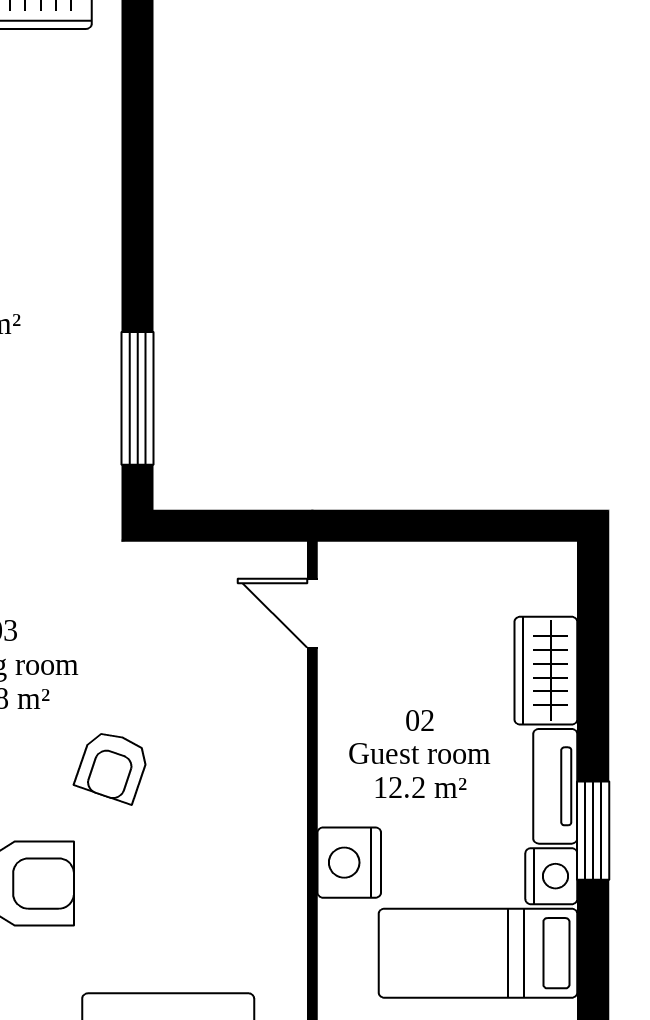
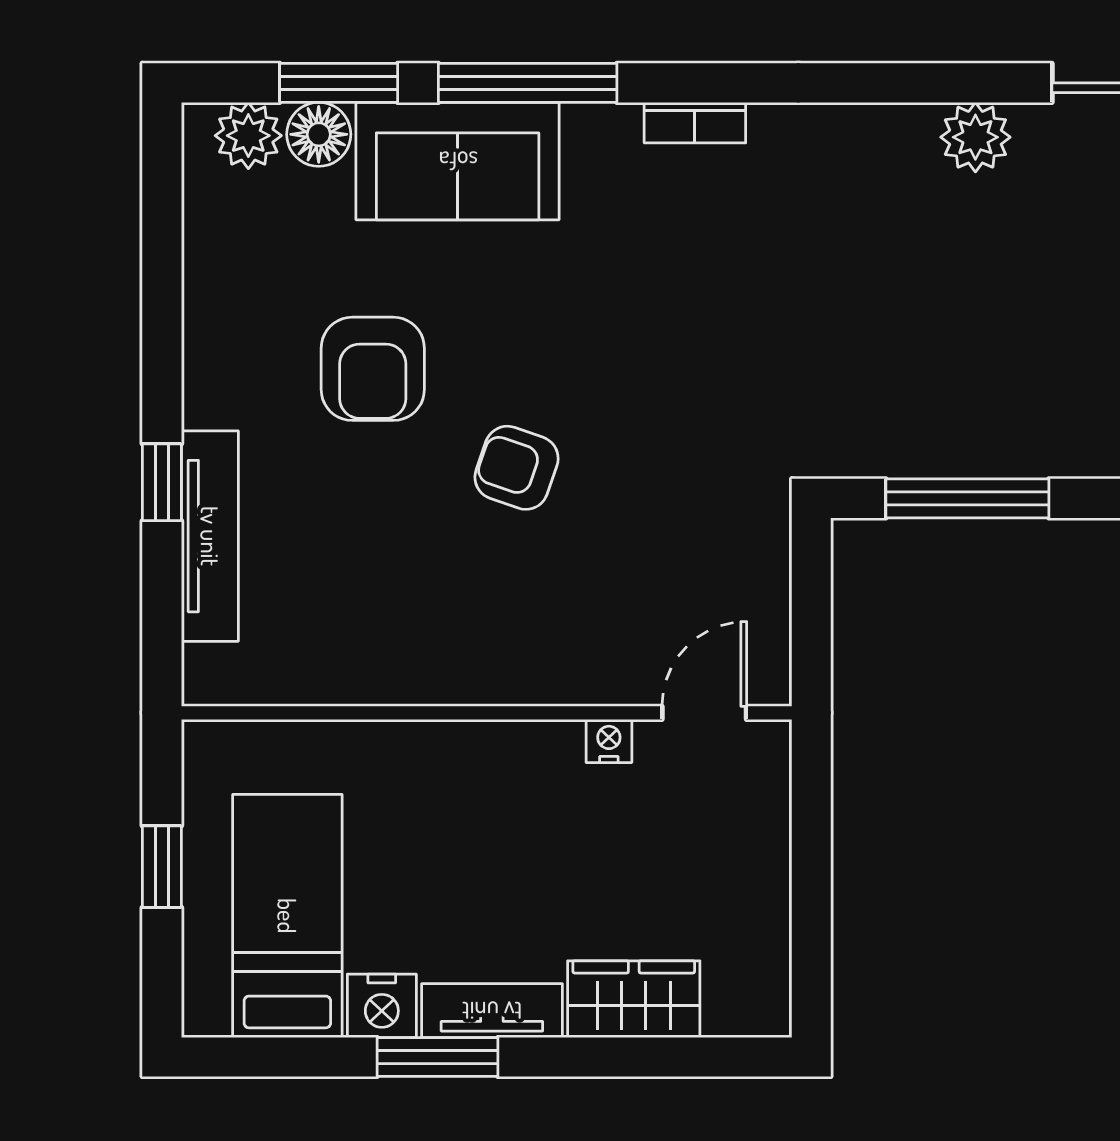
nightstand: (349, 863) -> (609, 741), moved, width x0.53, depth x0.56

